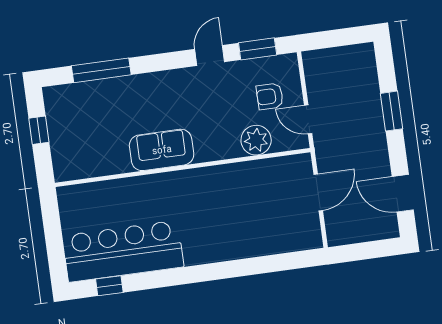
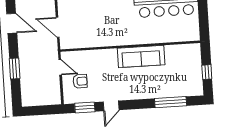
plant: (256, 140) -> (89, 58), removed
sofa: (162, 150) -> (141, 56), width x1.36
door: (318, 192) -> (58, 27), hinge flipped

